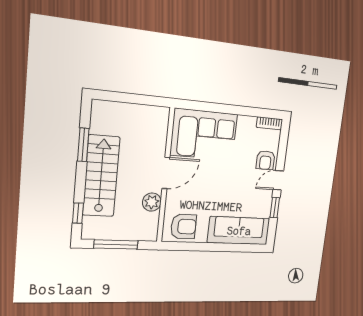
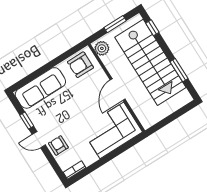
stairs: (101, 176) -> (150, 62), width x1.36, depth x1.51
door: (278, 180) -> (39, 140), swing flipped
plant: (152, 202) -> (102, 48), moved
window: (116, 245) -> (115, 24), width x0.69

